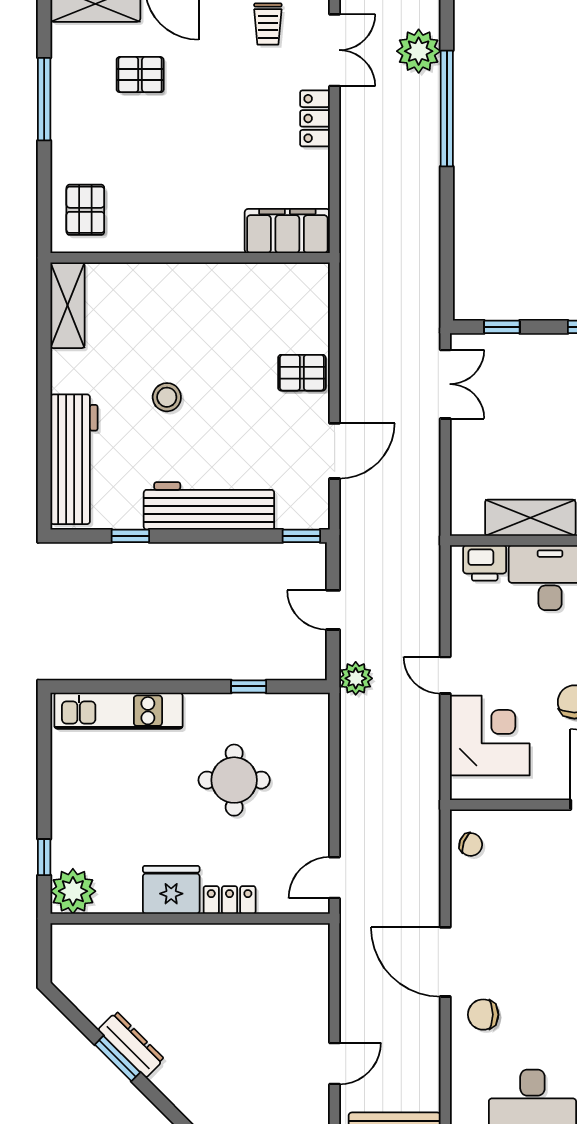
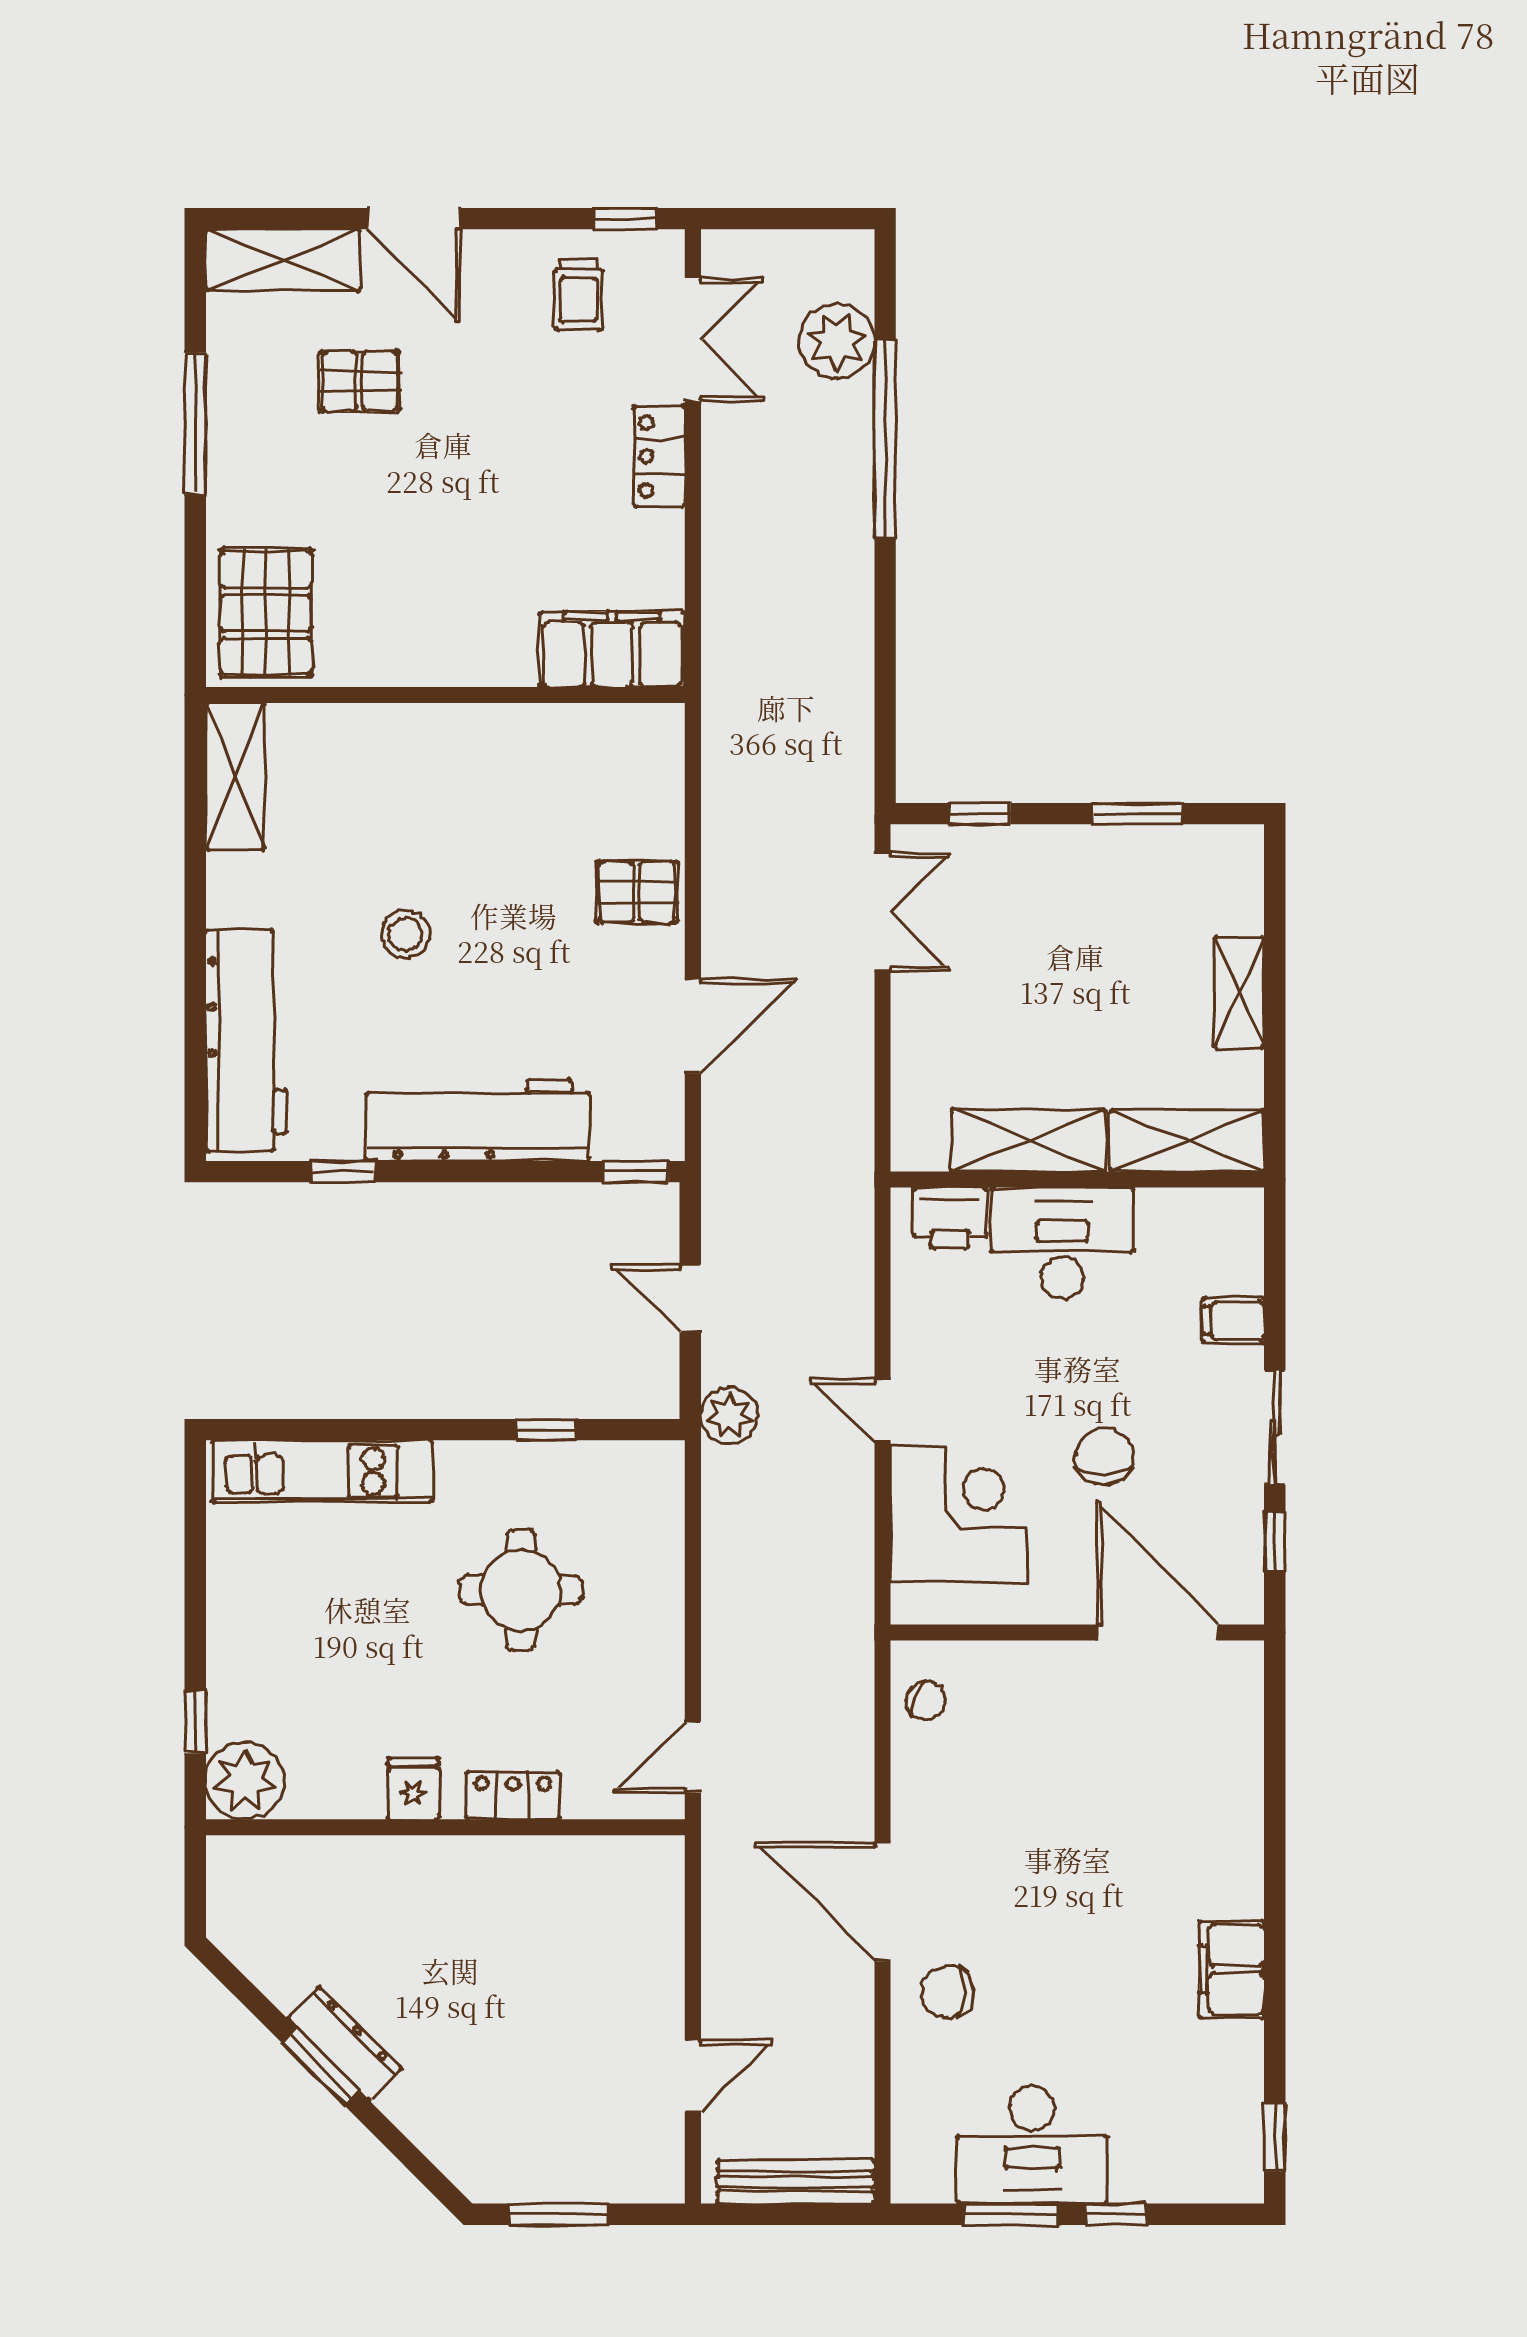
pallet: (85, 210) -> (266, 613), width x1.50, depth x1.42
fridge: (171, 890) -> (413, 1789), width x0.53, depth x0.75

